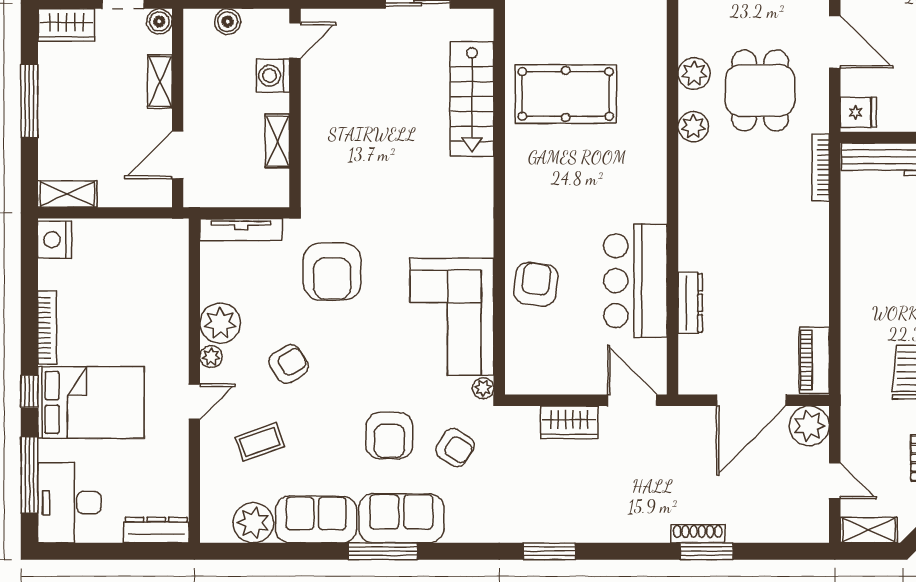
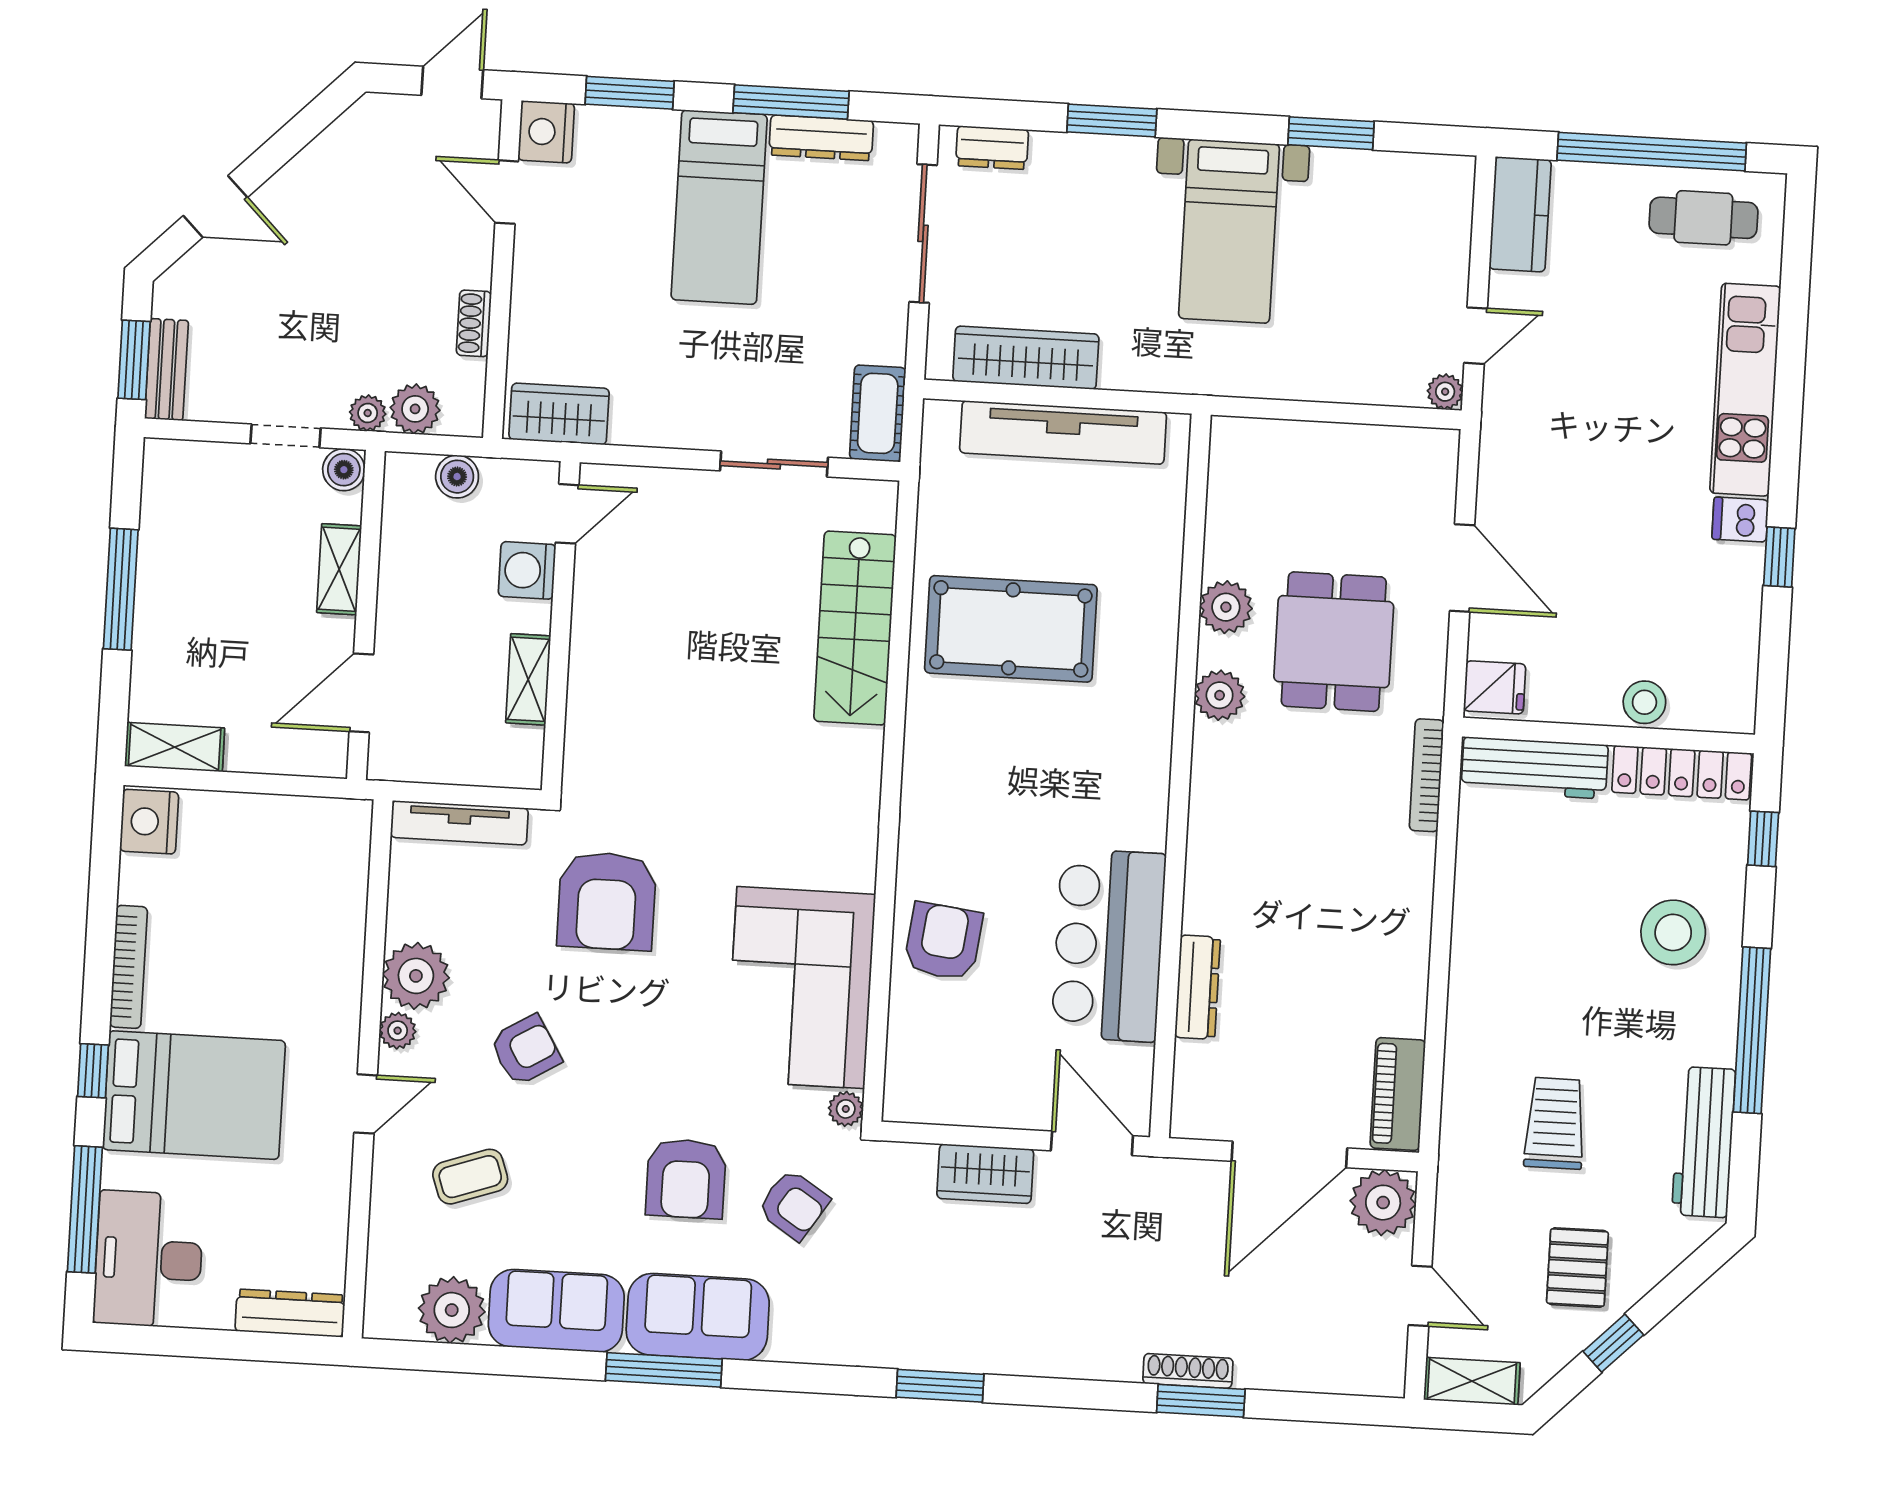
wardrobe: (66, 25) -> (189, 467), removed

